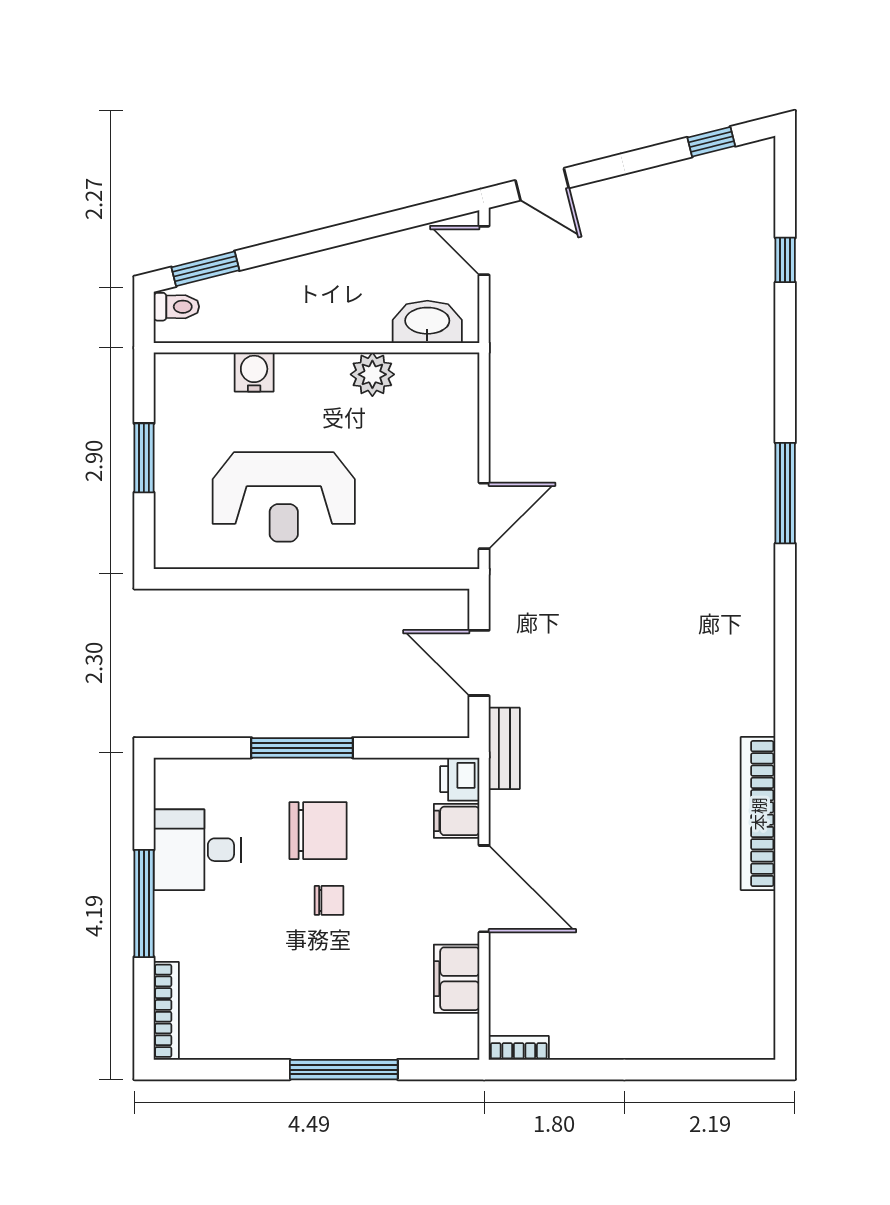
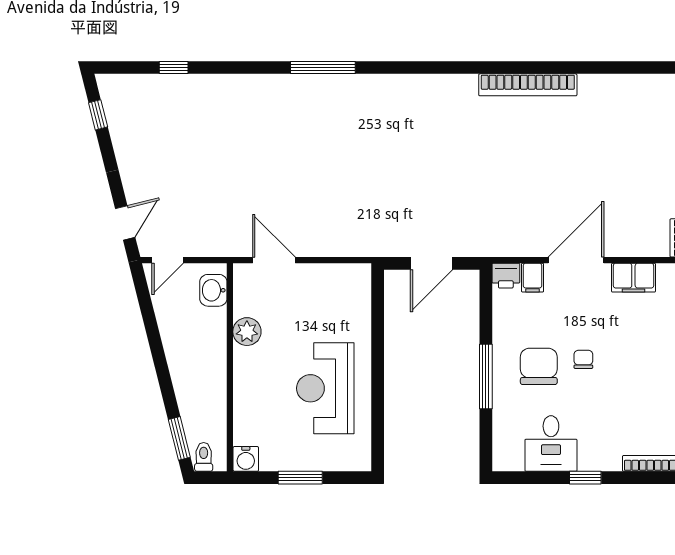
washbasin: (427, 322) -> (213, 290), width x0.72
water cooler: (254, 372) -> (246, 459), moved, turned -90
reception desk: (284, 497) -> (325, 388), turned 180
door: (484, 516) -> (274, 260), moved
bench: (504, 748) -> (486, 247), removed
window: (144, 903) -> (585, 478), width x0.46

